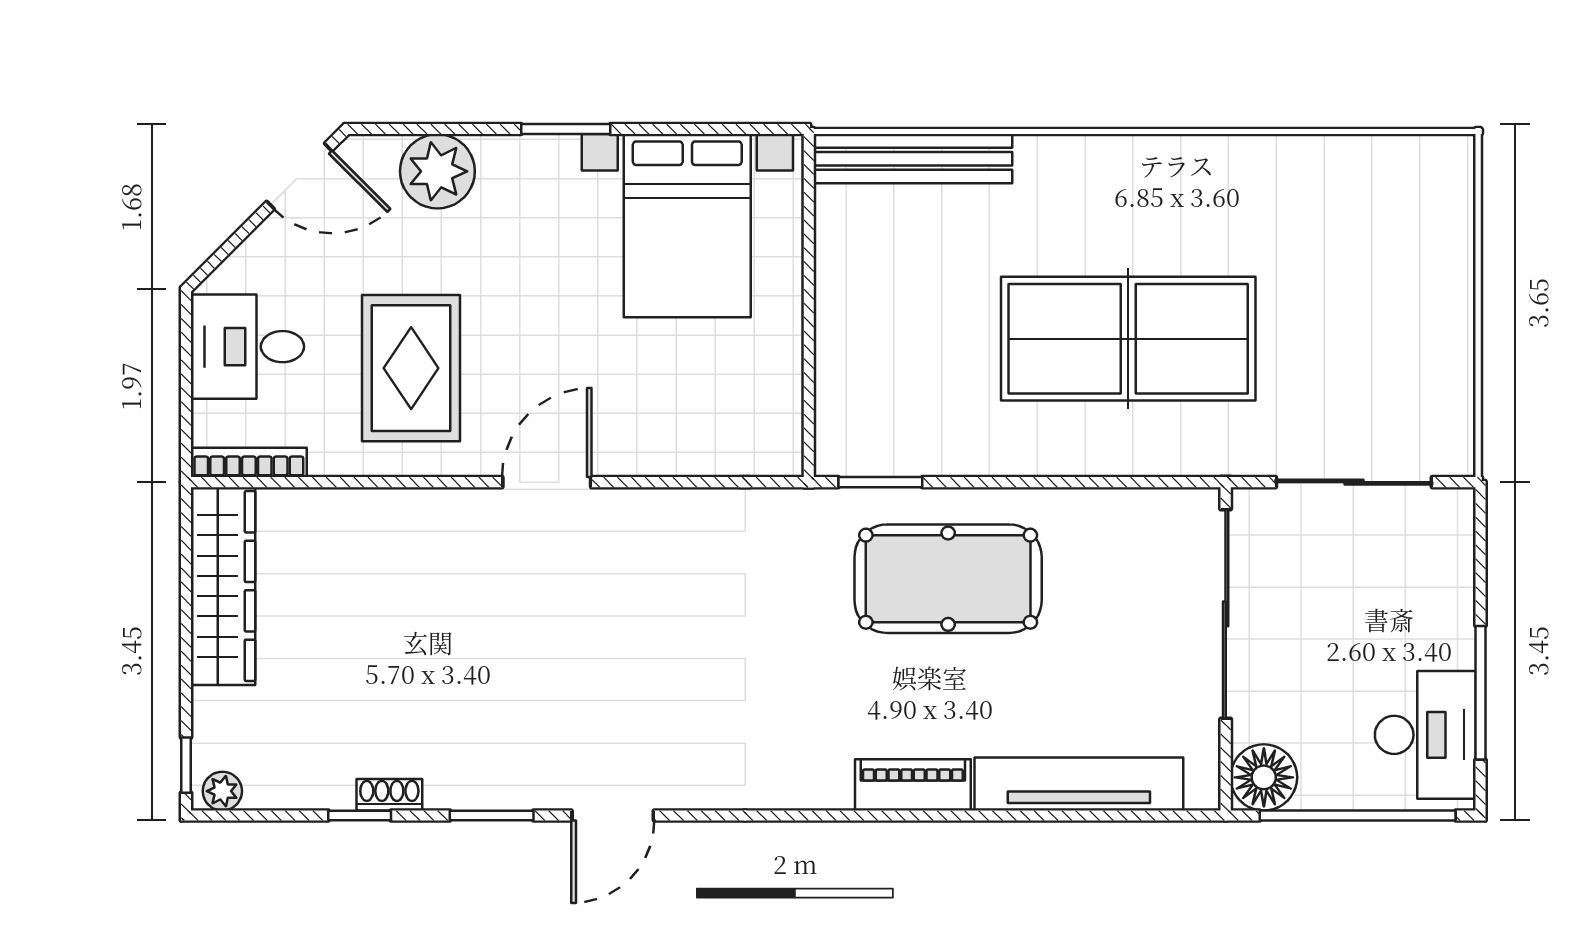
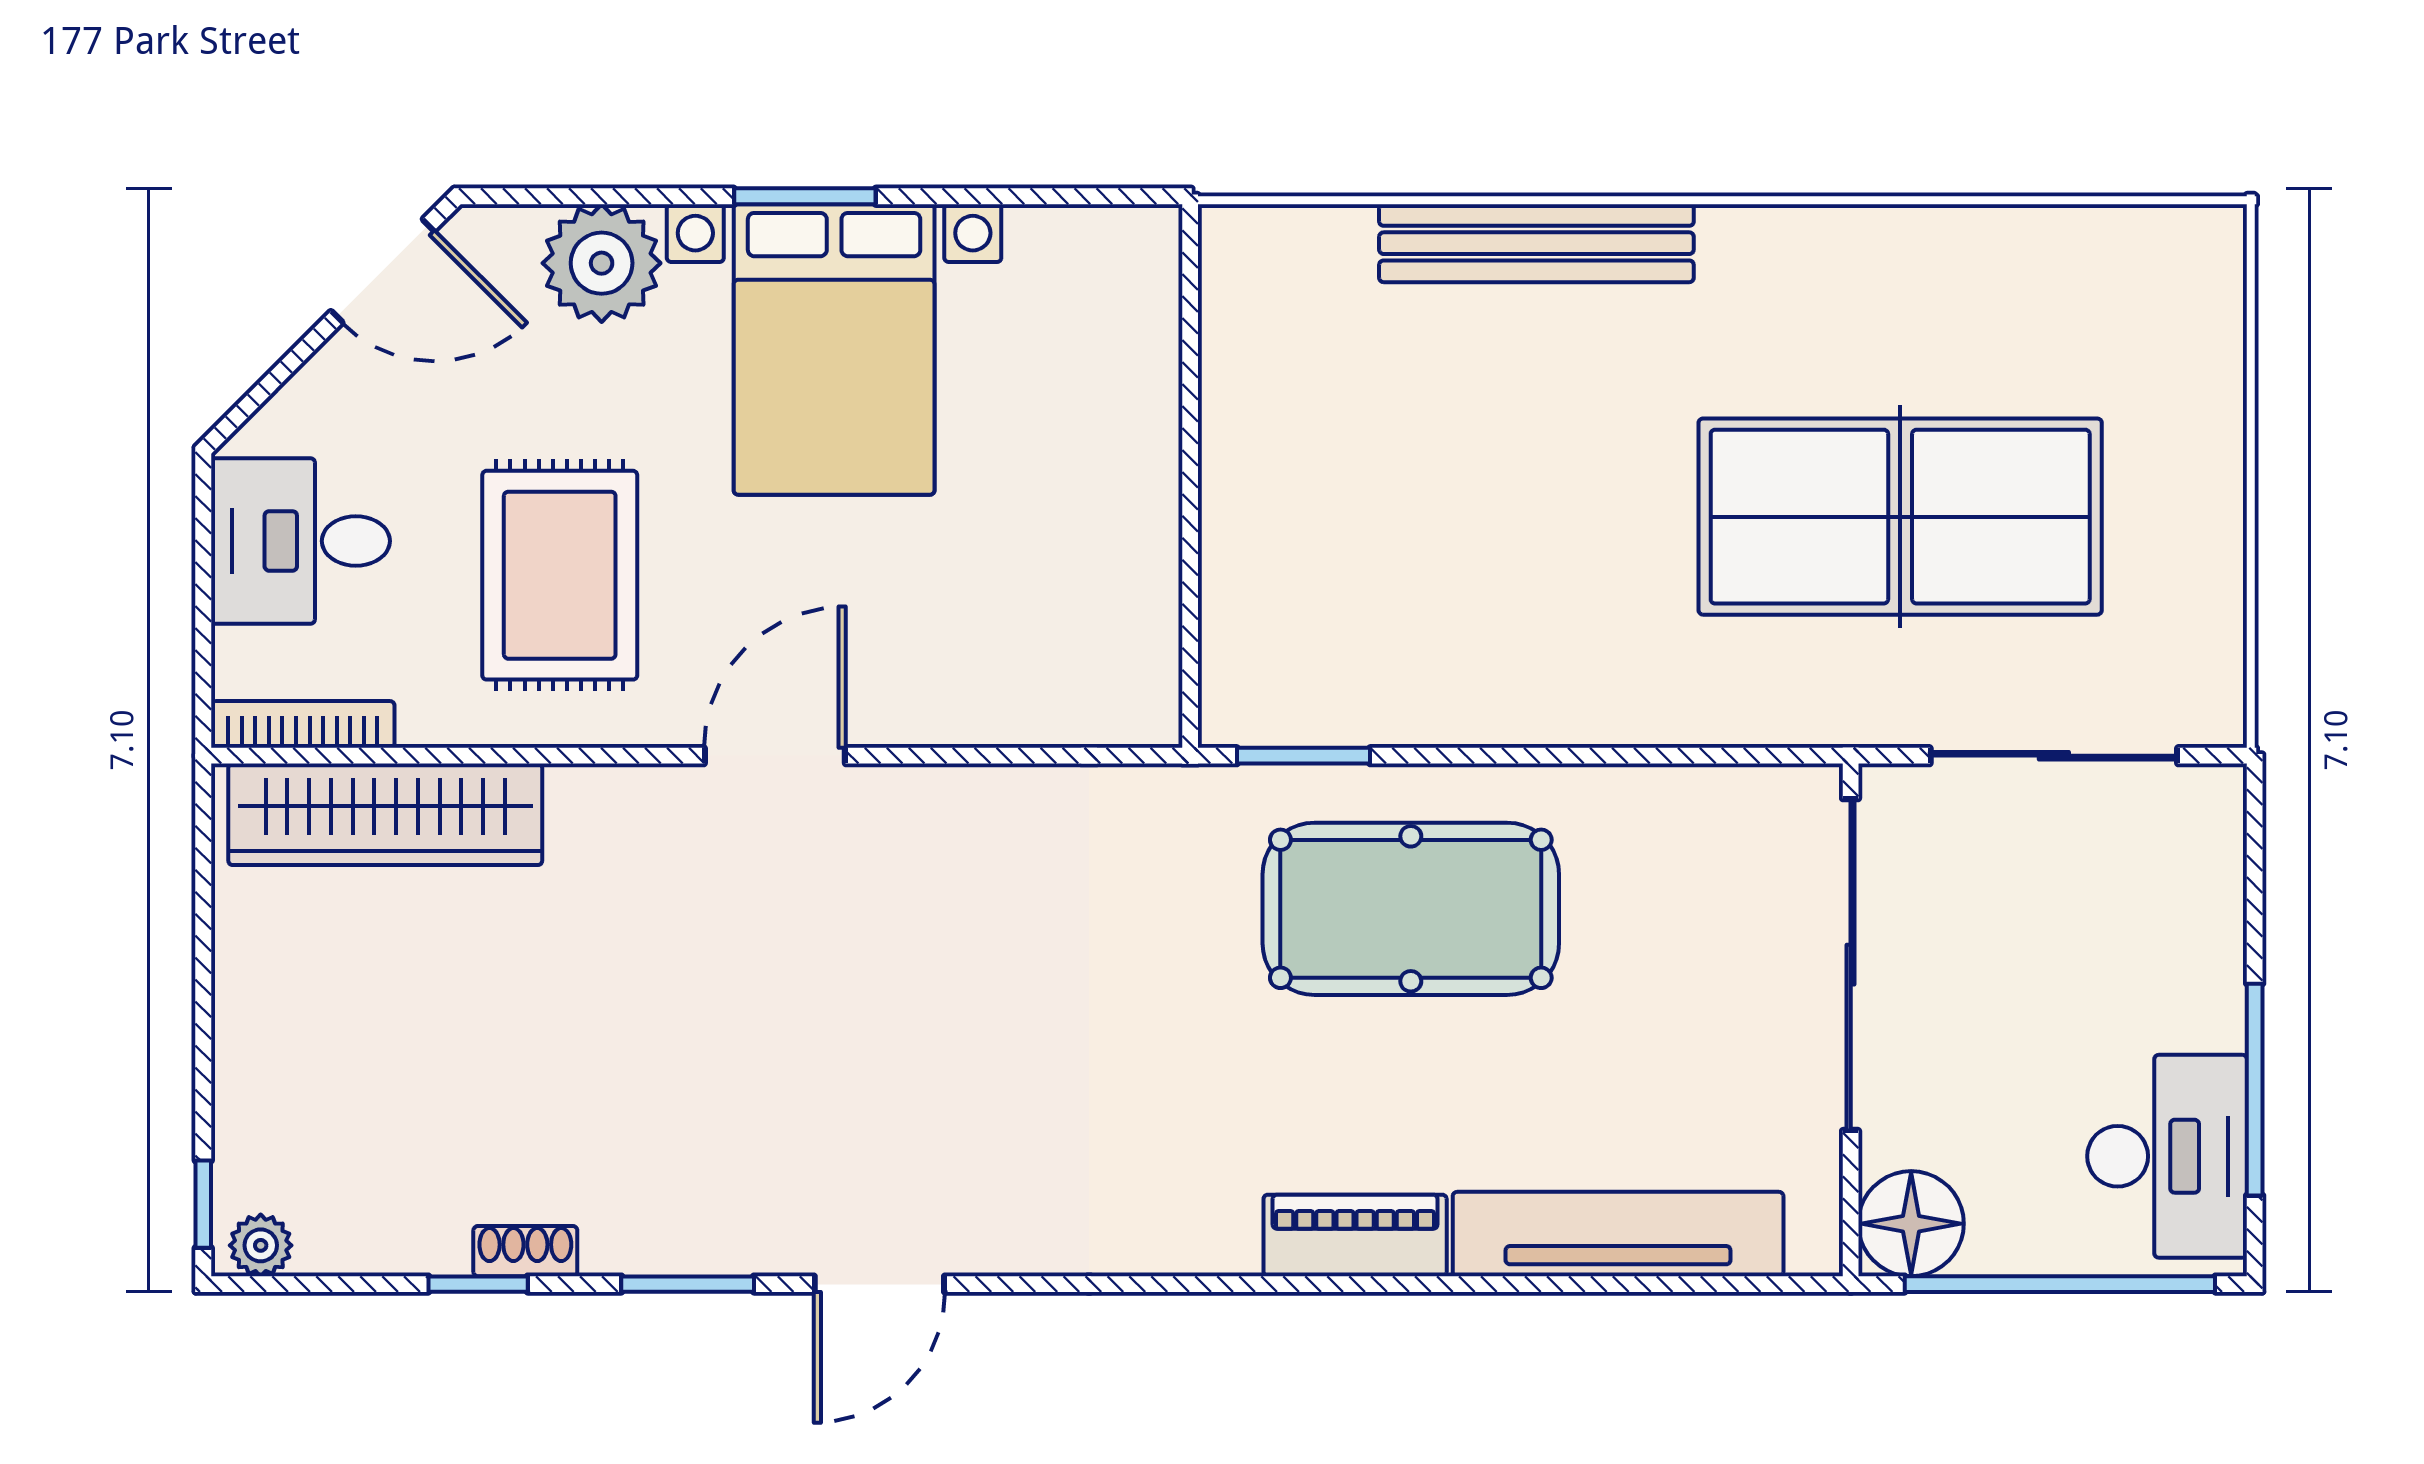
bench: (913, 159) -> (1536, 243), moved
bed with nightstands: (687, 226) -> (834, 349), moved
table tennis table: (1128, 339) -> (1900, 517), moved
wardrobe: (223, 586) -> (385, 814), moved, turned 90

